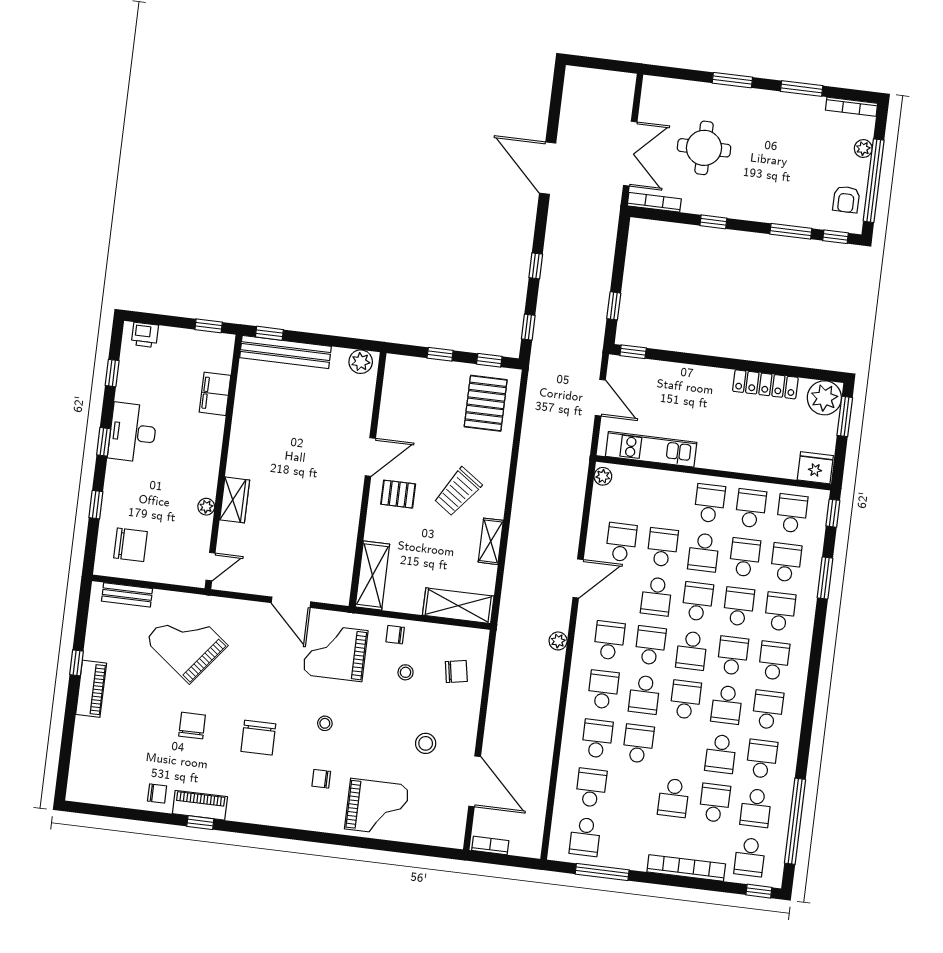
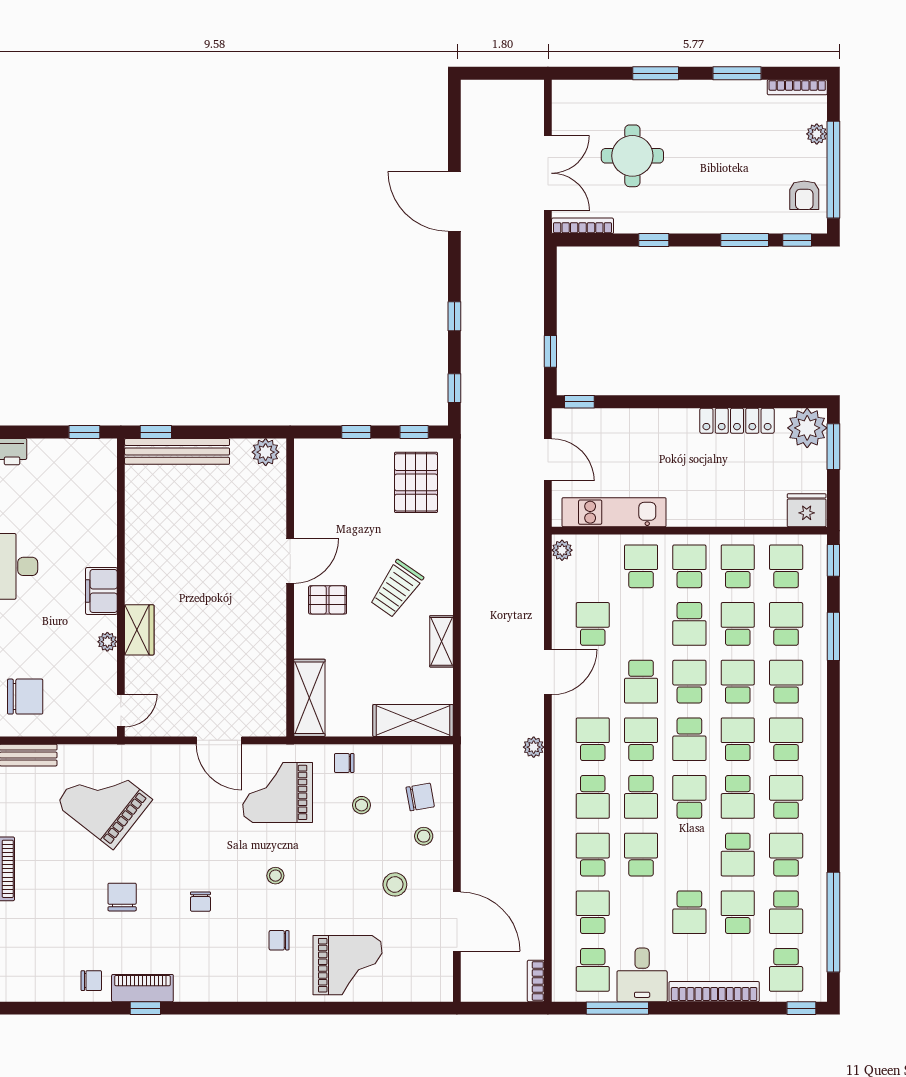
filing cabinet: (215, 394) -> (101, 591), moved
school desk: (662, 547) -> (641, 566), moved
school desk: (603, 690) -> (593, 797), turned 180
stool: (455, 705) -> (424, 836), added
chair: (258, 738) -> (200, 902), width x0.54, depth x0.54
bookcase: (490, 845) -> (536, 981), moved, turned -90
desk: (627, 846) -> (642, 975), added

